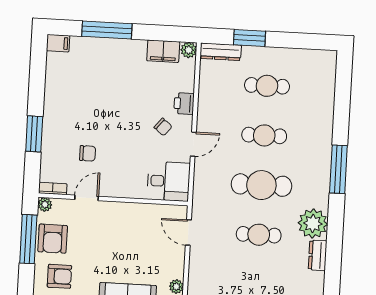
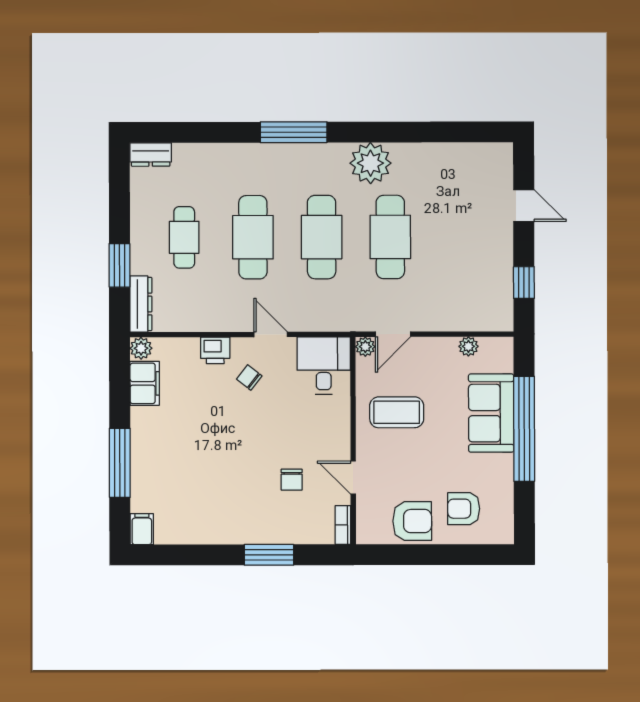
chair: (163, 127) -> (249, 377), turned -91
cafe table: (264, 135) -> (253, 237), width x1.37, depth x1.35
chair: (88, 153) -> (292, 480), turned 180
plant: (45, 204) -> (365, 347), moved
coffee table: (132, 232) -> (397, 412), added
cafe table: (259, 235) -> (390, 237), width x1.37, depth x1.35
window: (28, 239) -> (415, 555), removed
dresser: (318, 255) -> (151, 155), moved
armchair: (59, 276) -> (464, 509), turned -90

